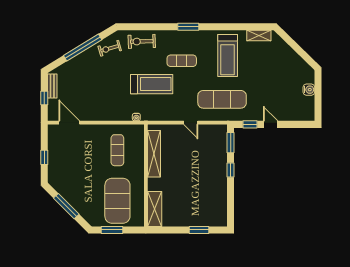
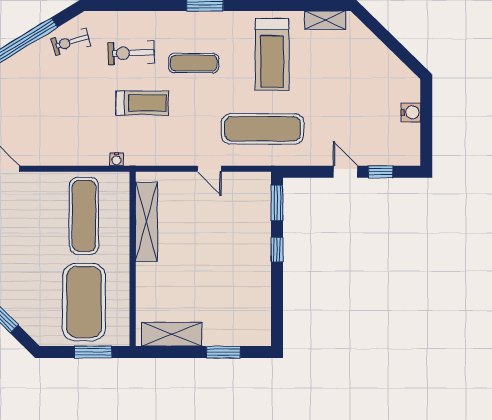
exercise bike: (142, 41) -> (131, 53), moved
treadmill: (152, 84) -> (142, 103), width x0.73, depth x0.73
window: (250, 124) -> (380, 172), moved
exercise mat: (117, 150) -> (84, 216), width x1.36, depth x1.45
shelving: (155, 209) -> (172, 334), moved, turned 90
window: (112, 230) -> (93, 352), moved

